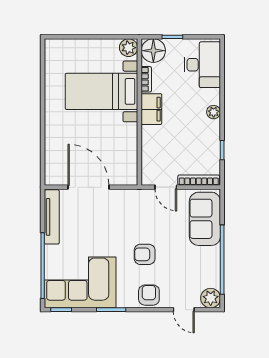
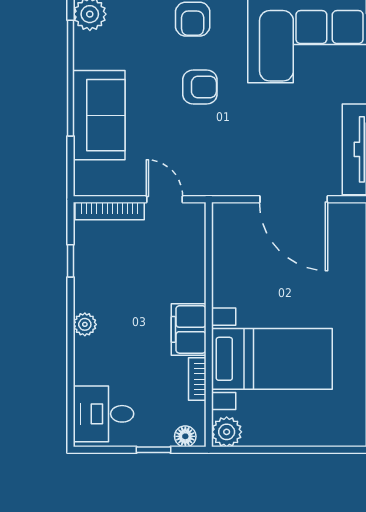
floor lamp: (153, 51) -> (185, 436), width x0.53, depth x0.53
desk: (202, 65) -> (103, 414), width x0.73
sofa: (205, 219) -> (99, 115), moved

